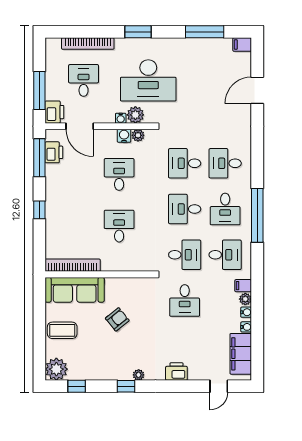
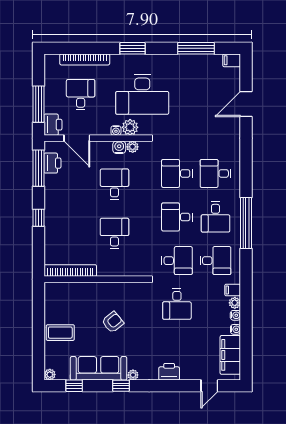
sofa: (75, 290) -> (99, 368), moved, turned 180
plant: (56, 369) -> (50, 375), width x0.53, depth x0.53

